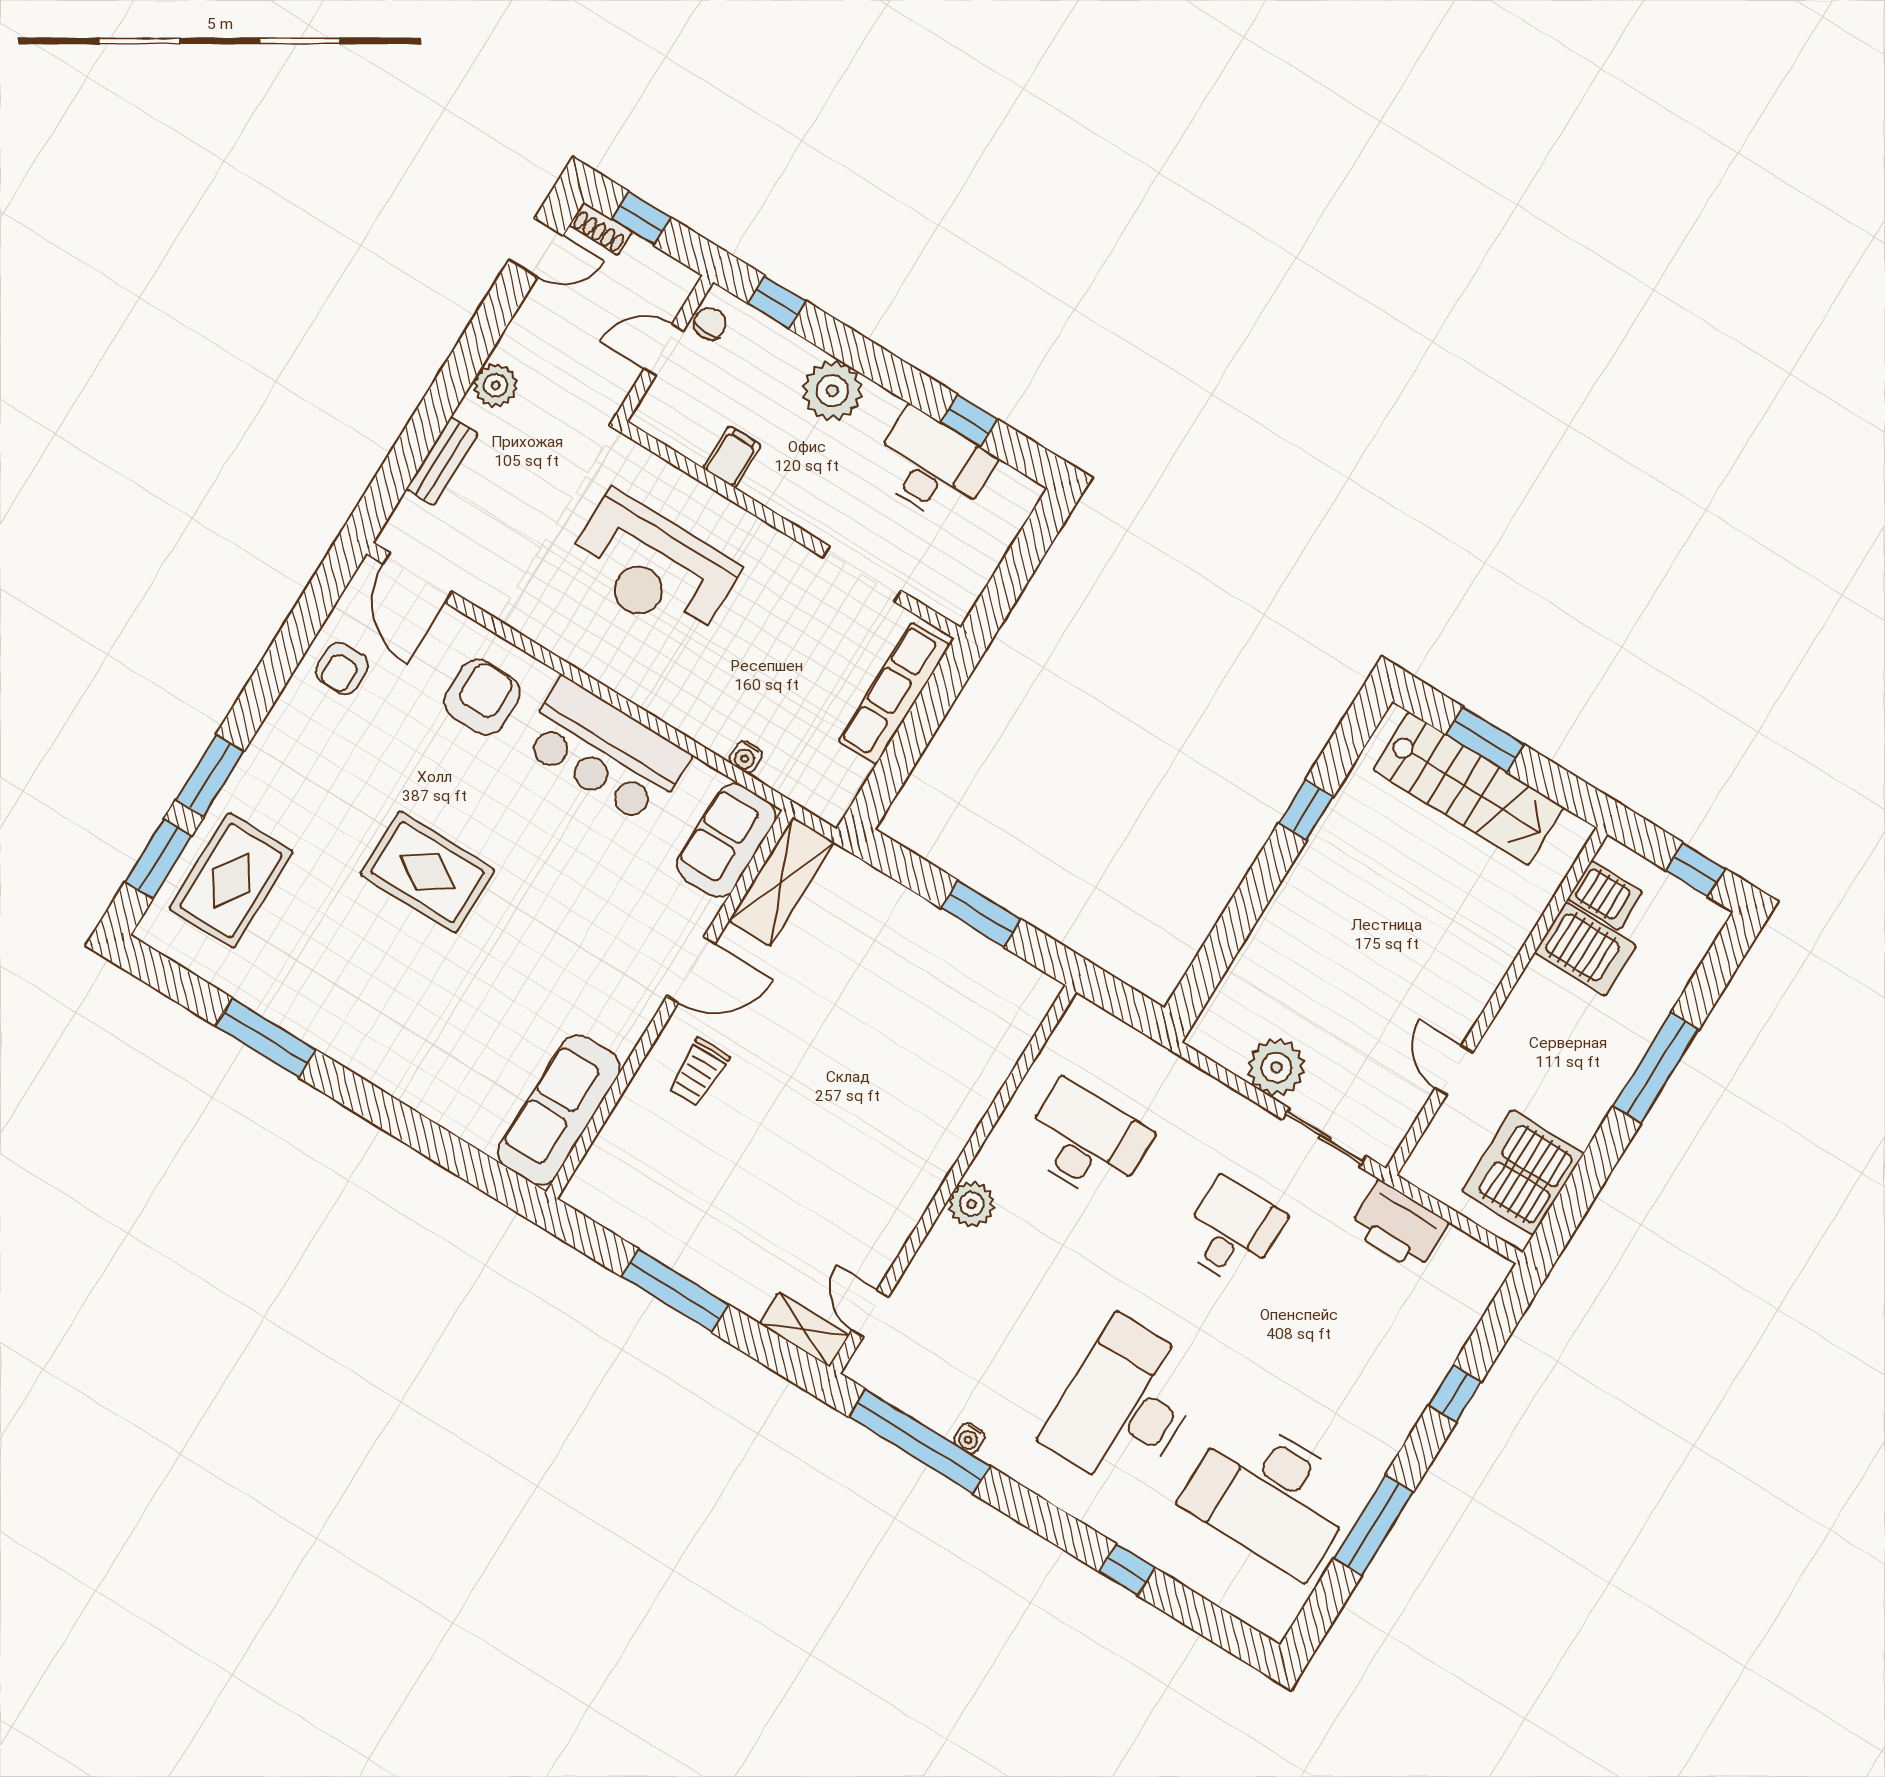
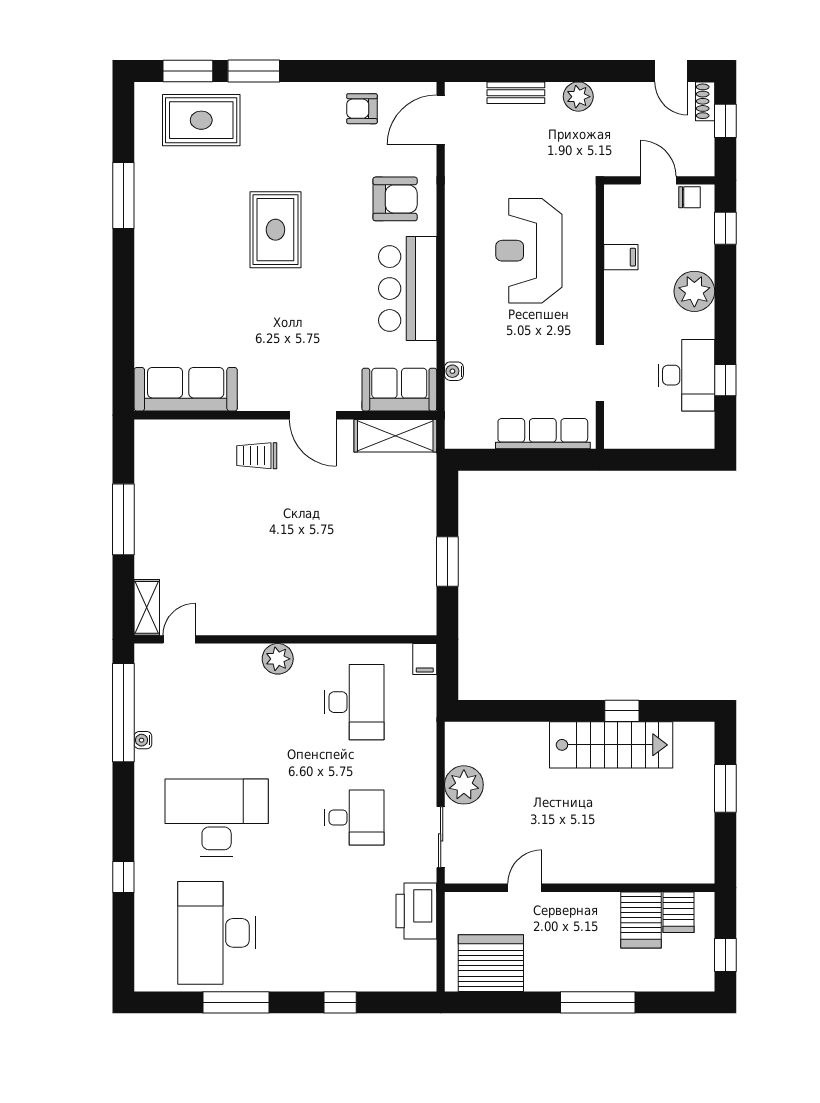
stairs: (1468, 789) -> (611, 745), moved, turned -90
filing cabinet: (1087, 1019) -> (425, 659), added

